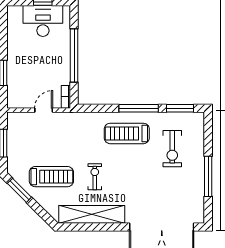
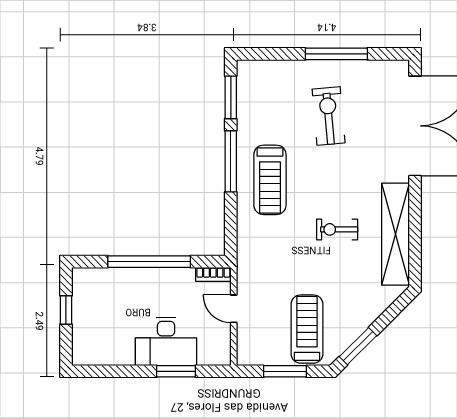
desk: (43, 21) -> (166, 342), moved, turned -90
exercise bike: (172, 149) -> (329, 116), moved, turned -95
treadmill: (51, 177) -> (307, 329), moved

